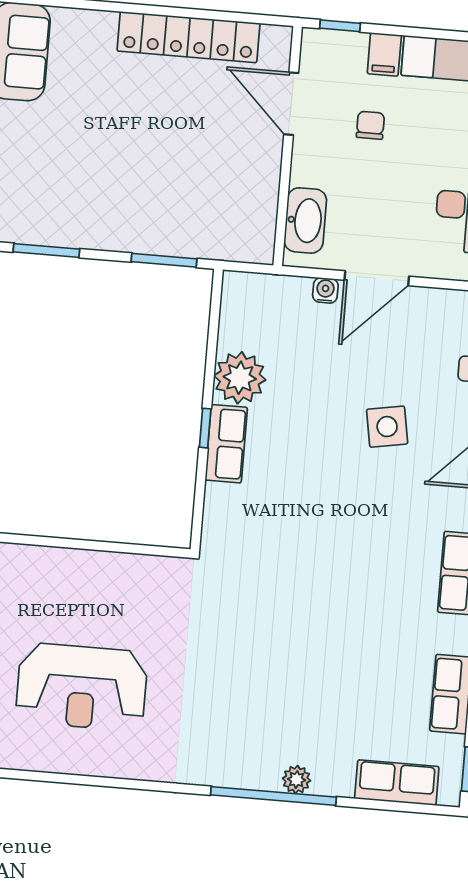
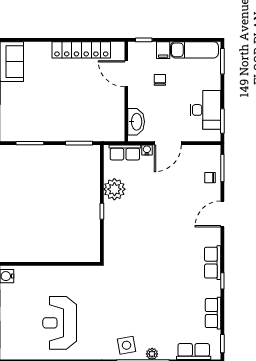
side table: (387, 427) -> (126, 345), moved
row of seats: (226, 444) -> (125, 152), moved, turned 90
reception desk: (82, 687) -> (60, 323), turned 90

